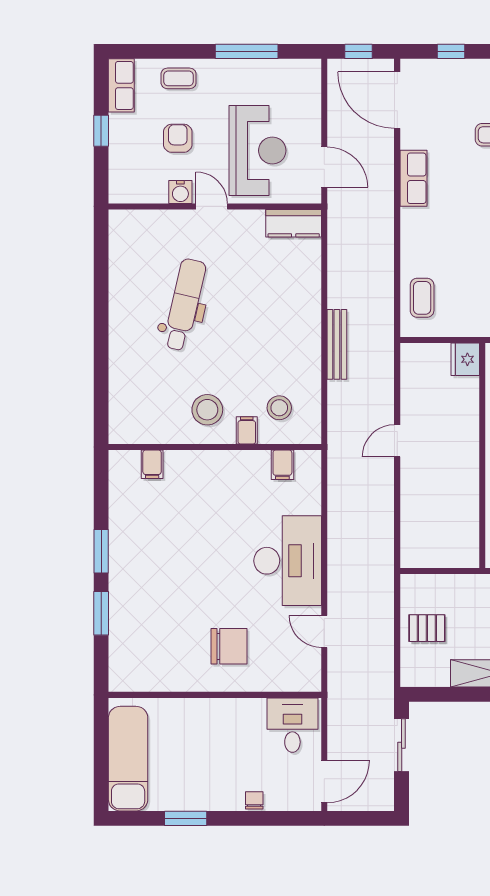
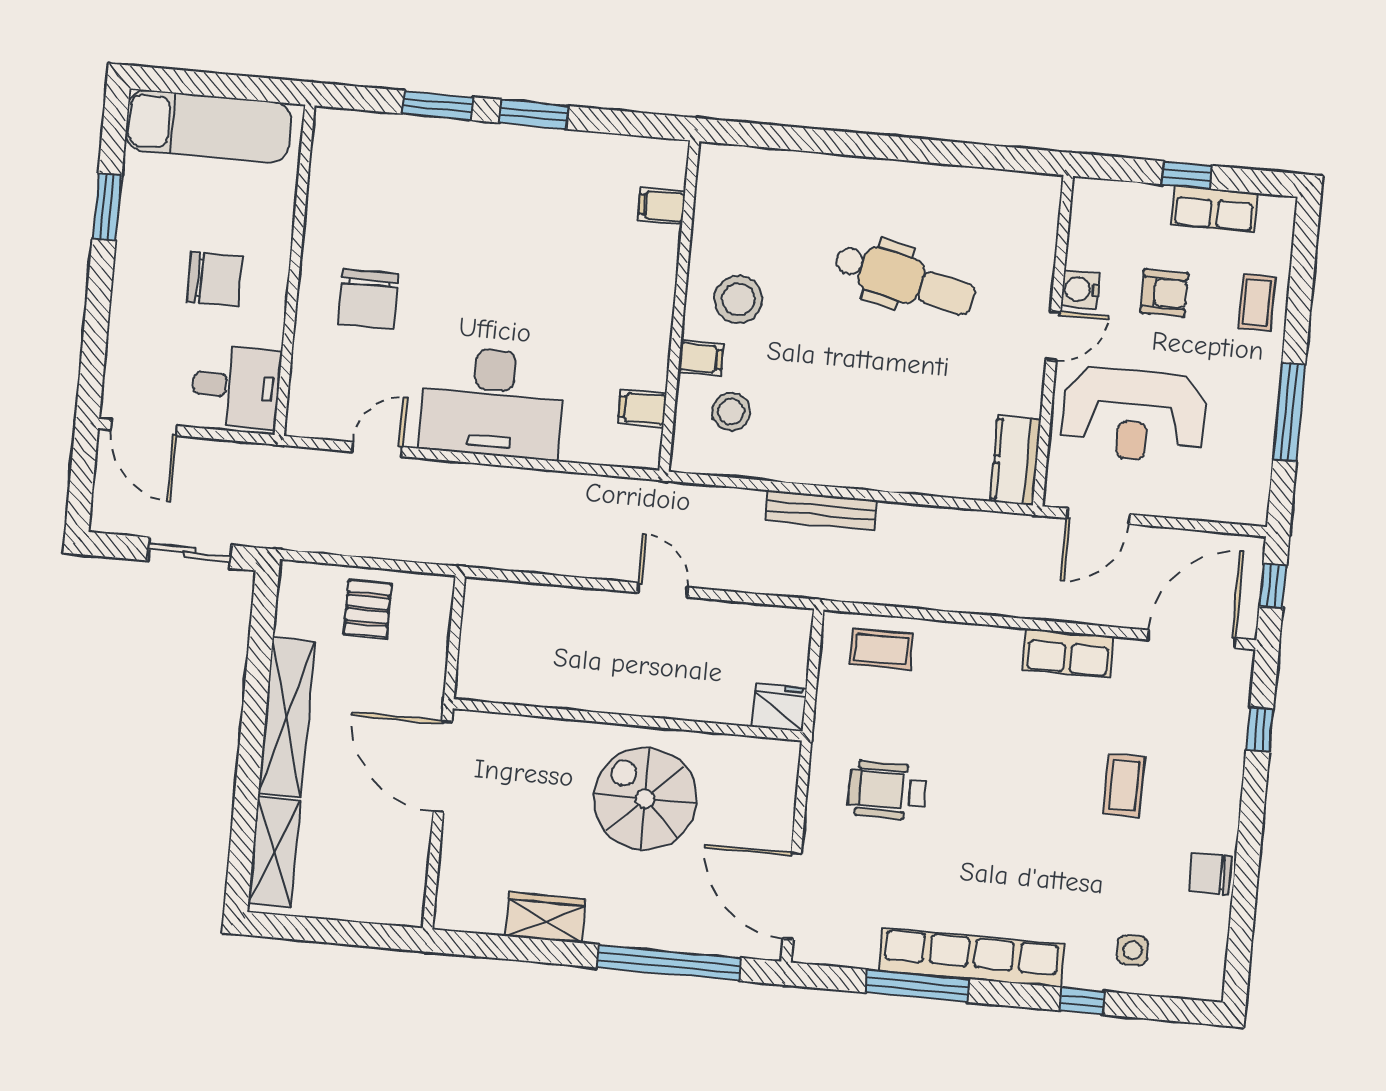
row of seats: (121, 85) -> (1214, 209), moved
chair: (254, 800) -> (215, 279), moved, width x1.87, depth x1.87

